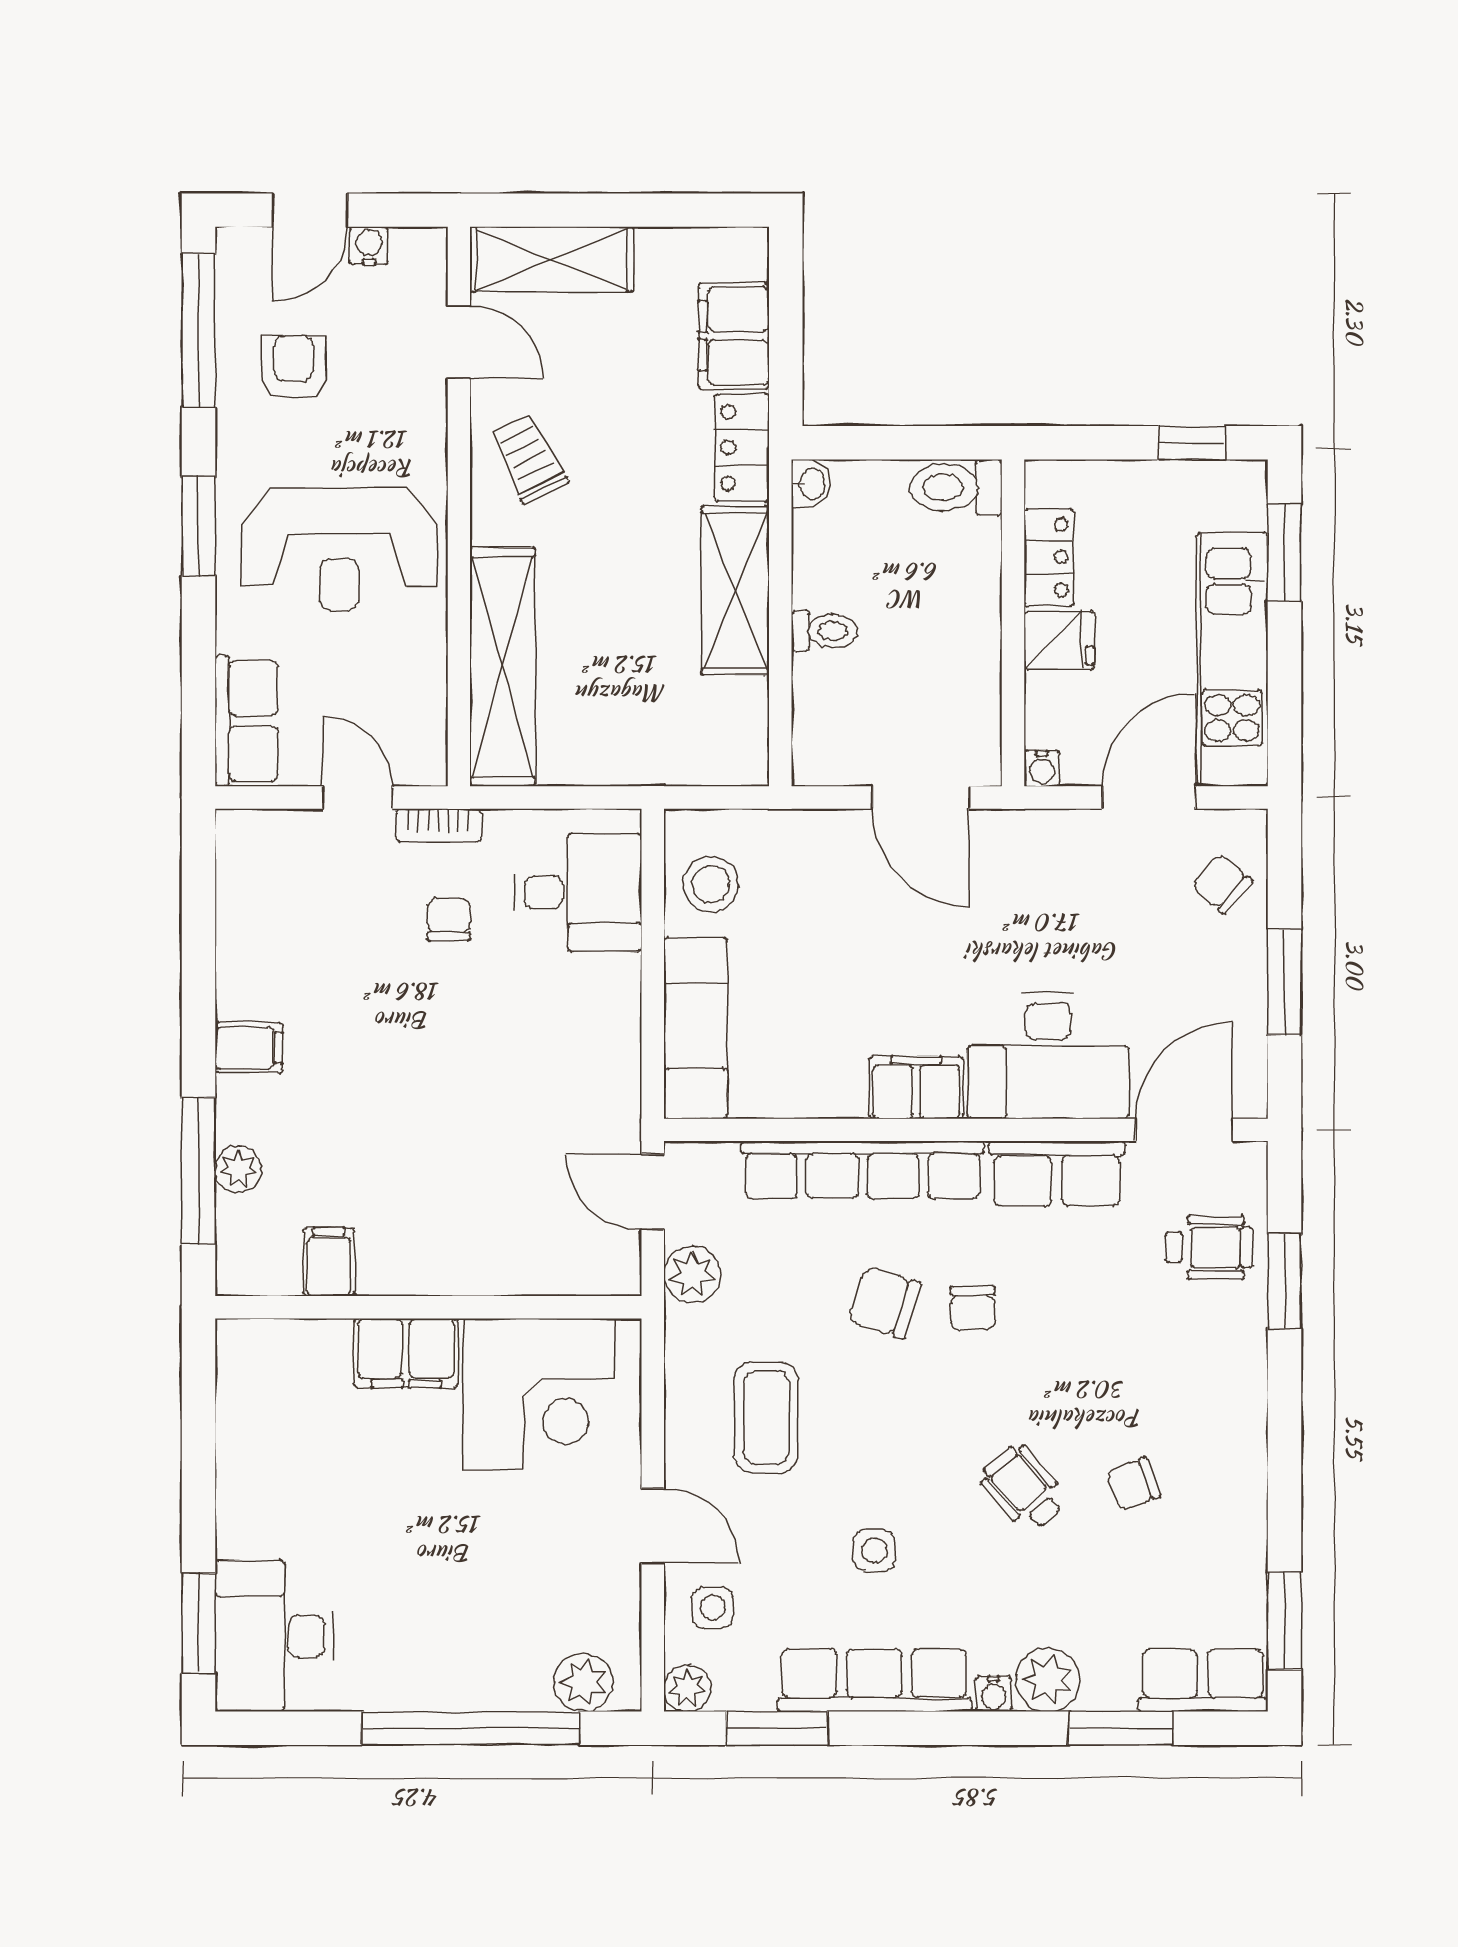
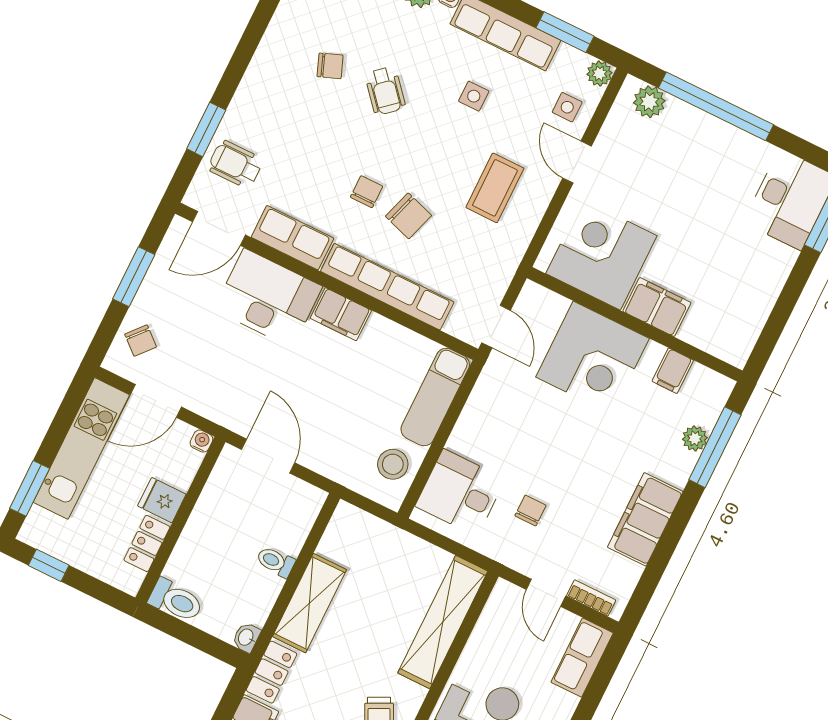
bookcase: (439, 825) -> (591, 598), moved
chair: (449, 919) -> (530, 511), turned 180
filing cabinet: (249, 1048) -> (645, 519), width x3.00, depth x1.17
corner desk: (470, 1219) -> (593, 358), added
plant: (692, 1274) -> (497, 276), removed

